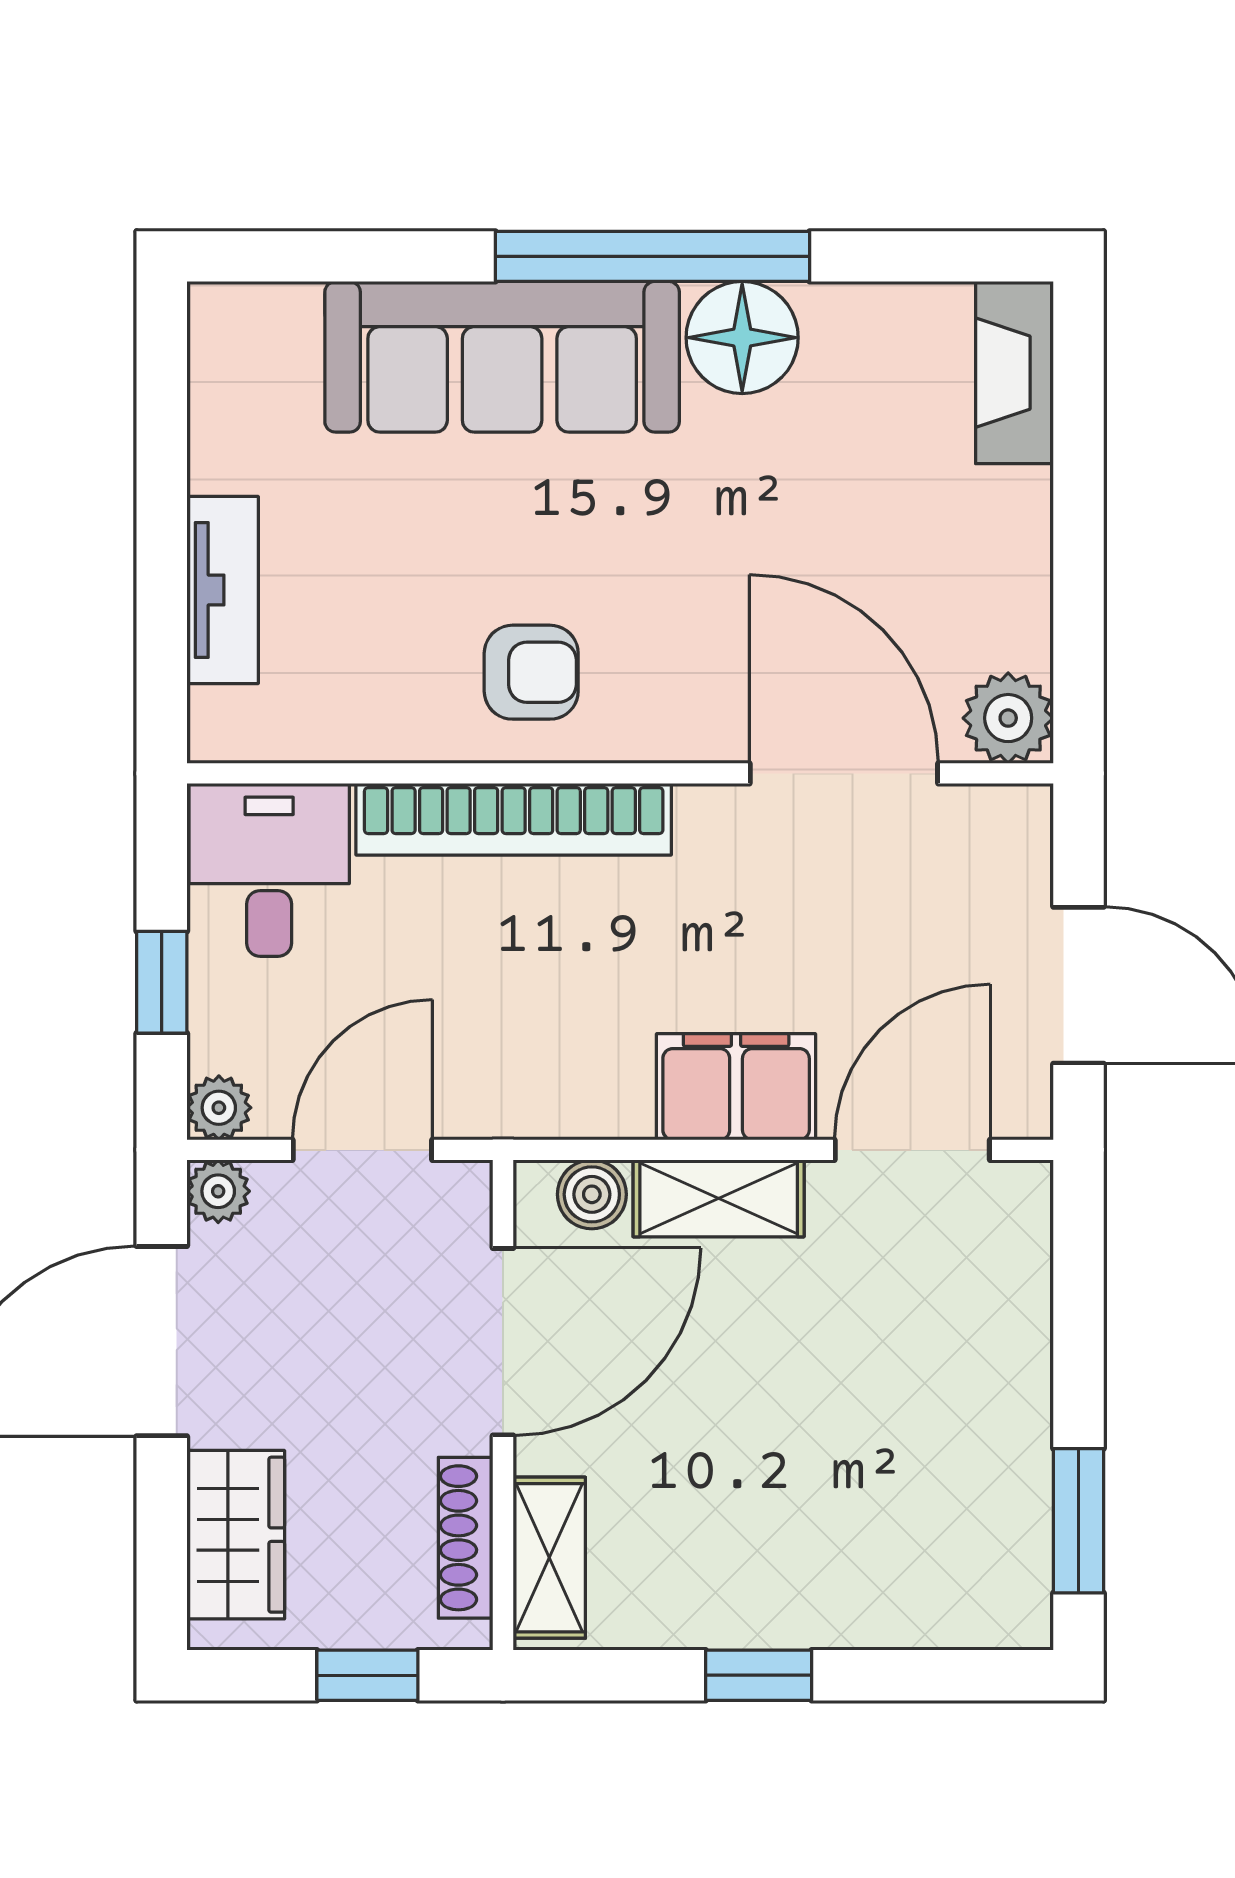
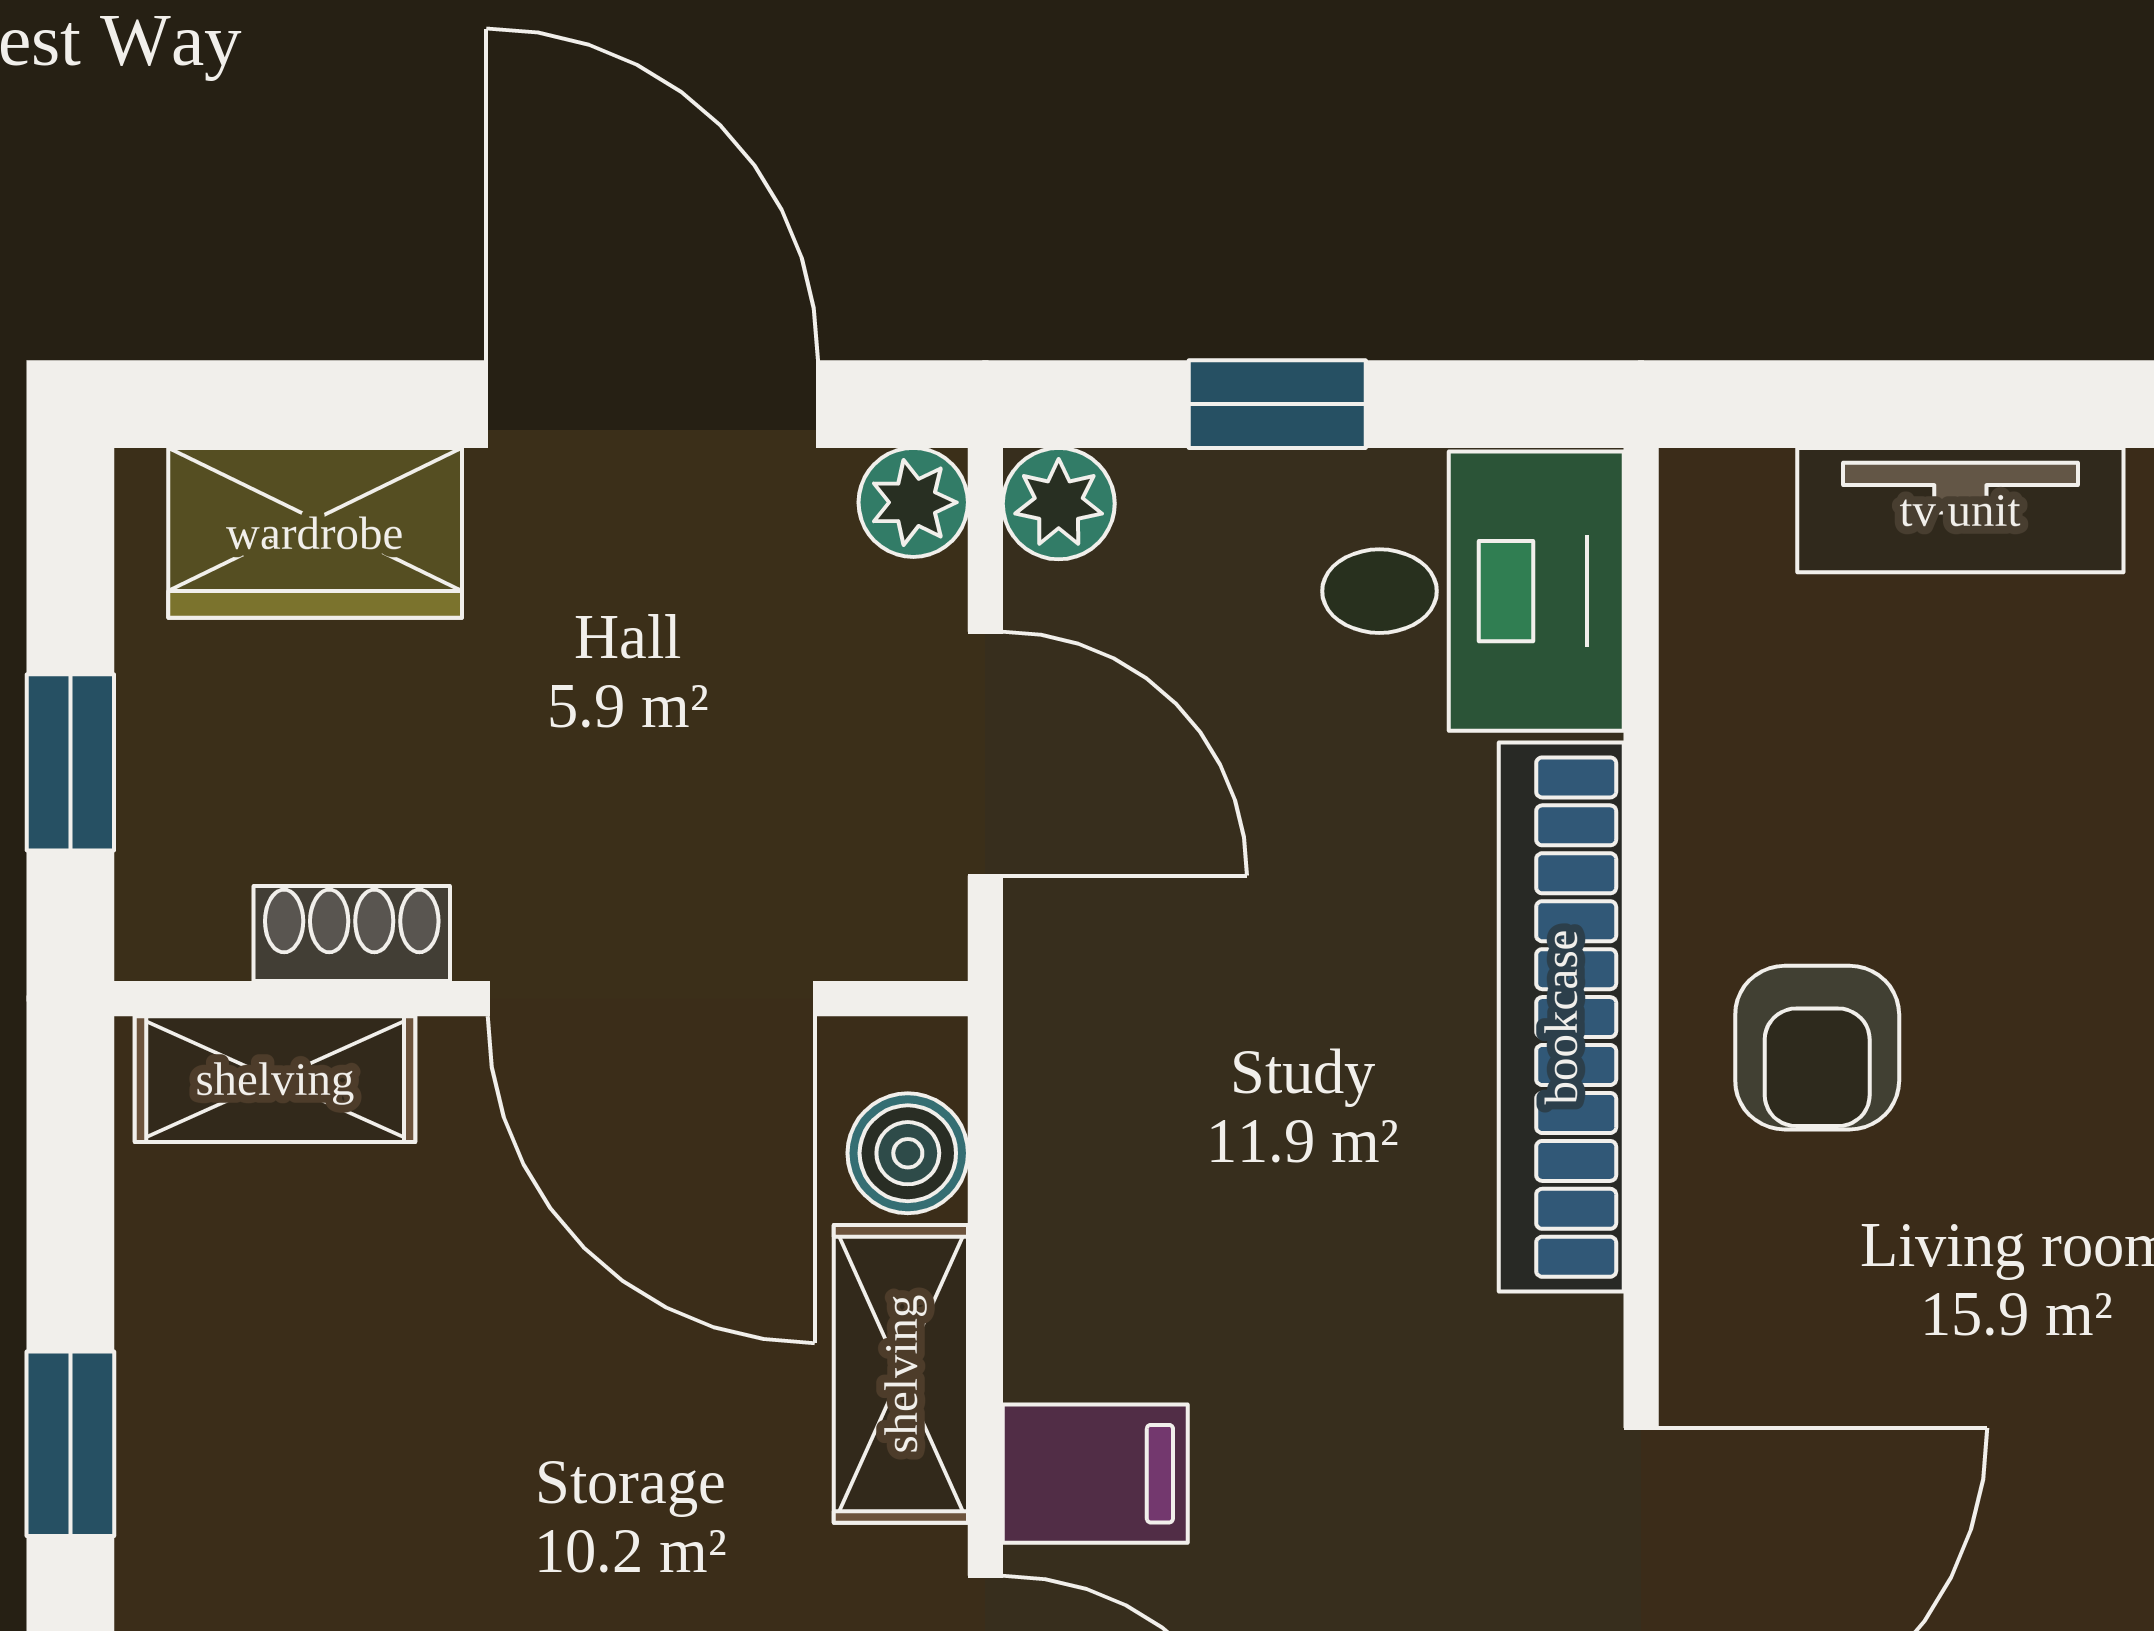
filing cabinet: (736, 1087) -> (1095, 1474), width x0.50
shoe rack: (466, 1538) -> (352, 933), width x0.70

